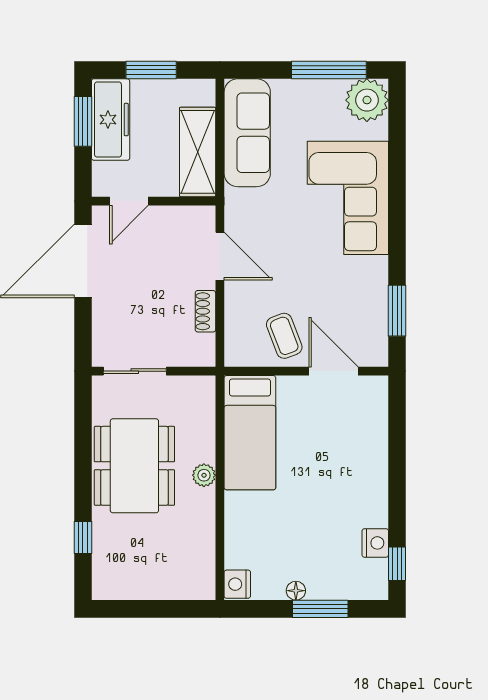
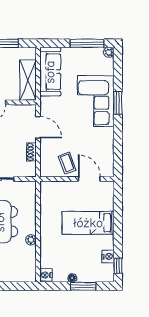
plant: (367, 100) -> (109, 52), width x0.53, depth x0.53
window: (397, 311) -> (118, 103), moved
bed: (250, 433) -> (88, 223), moved, turned 90
plant: (204, 475) -> (31, 240), moved

